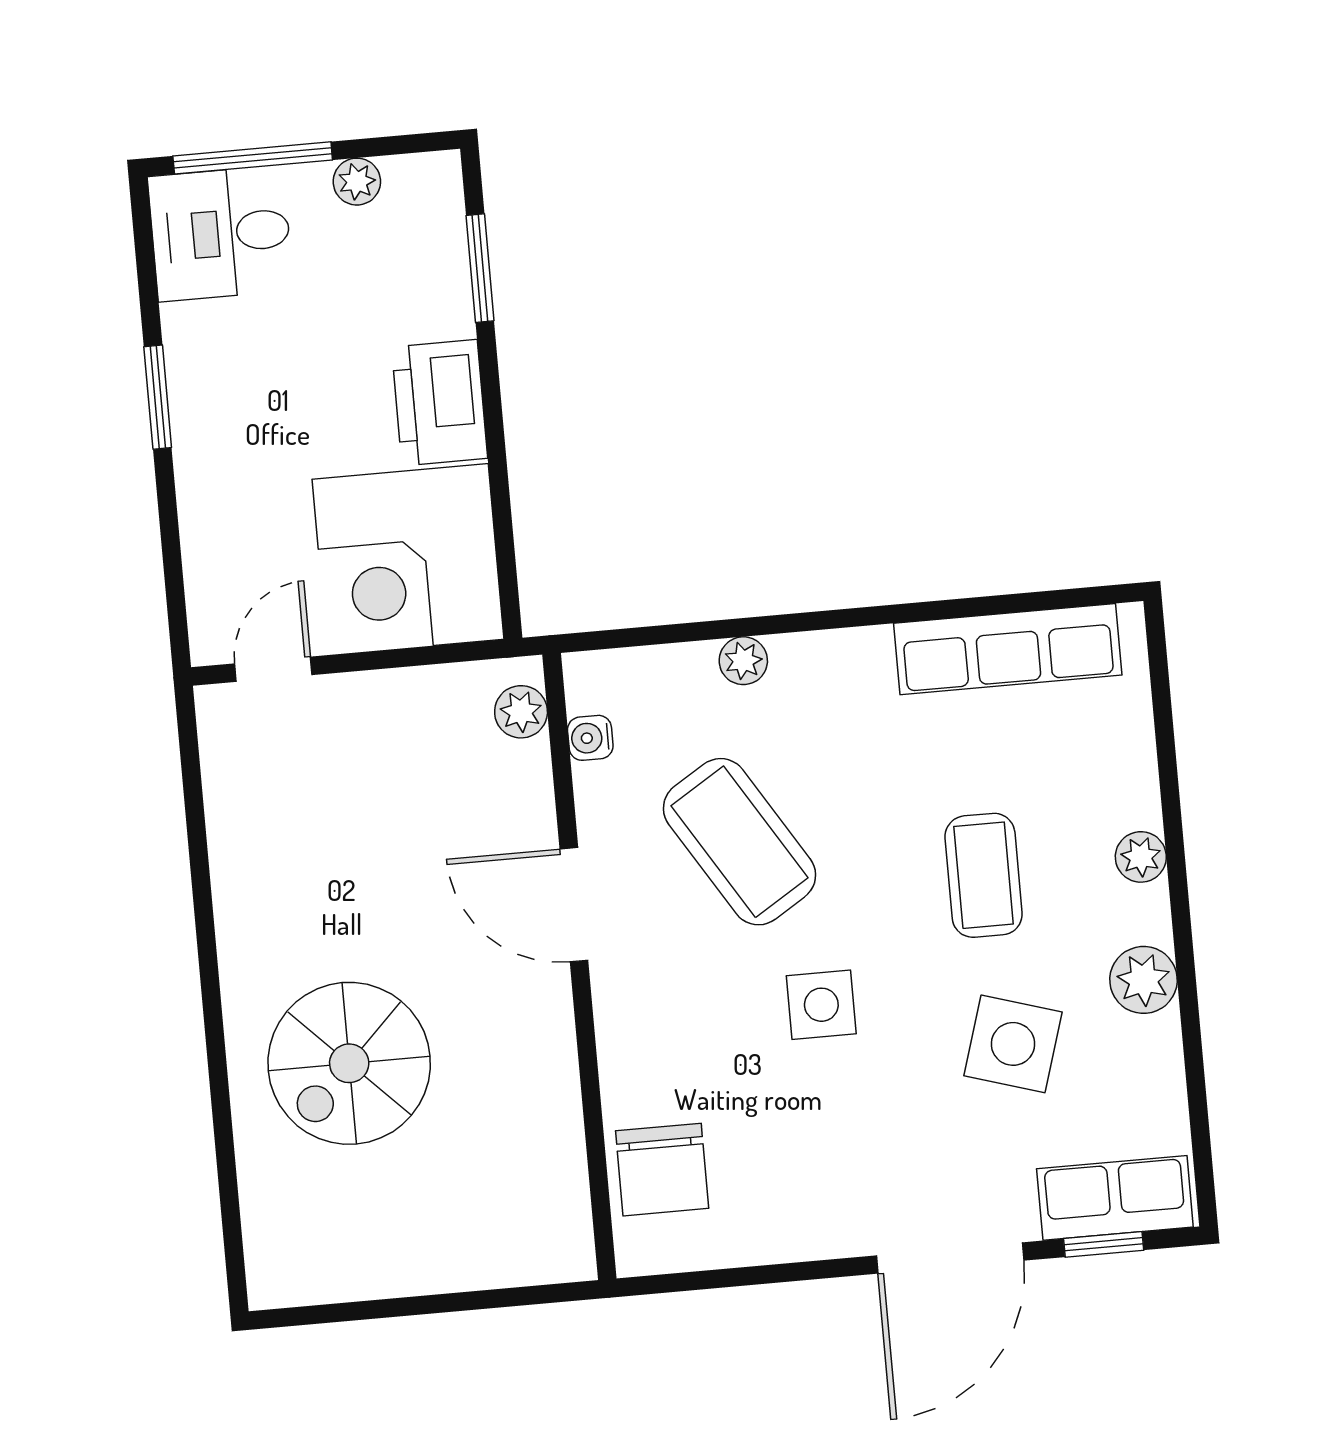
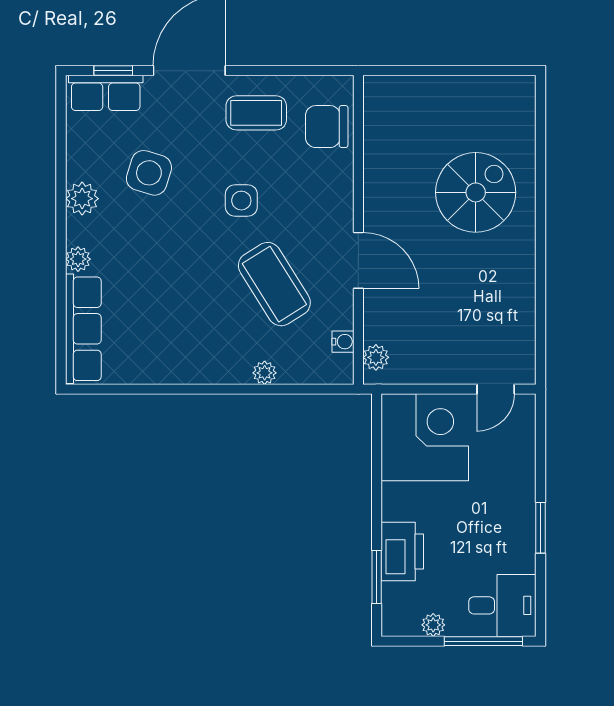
printer: (440, 403) -> (402, 551), moved
row of seats: (1008, 649) -> (83, 329), moved, turned 90
coffee table: (984, 875) -> (256, 113), moved, turned 90
chair: (662, 1170) -> (327, 127), turned -90

